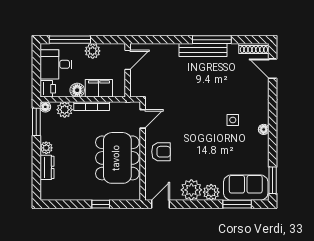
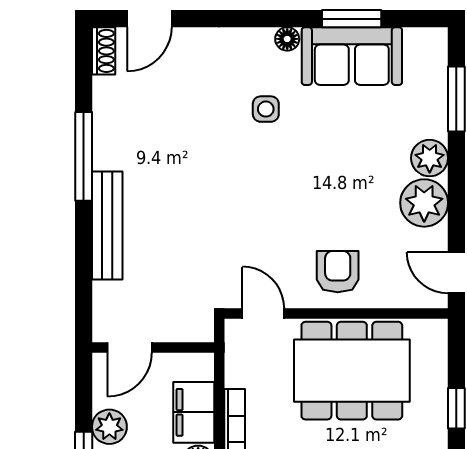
shoe rack: (254, 48) -> (104, 51), width x0.70
bench: (203, 50) -> (107, 226), moved
door: (128, 60) -> (130, 347), swing flipped
window: (273, 180) -> (352, 19), moved
sofa: (246, 188) -> (352, 56), moved, turned -90

